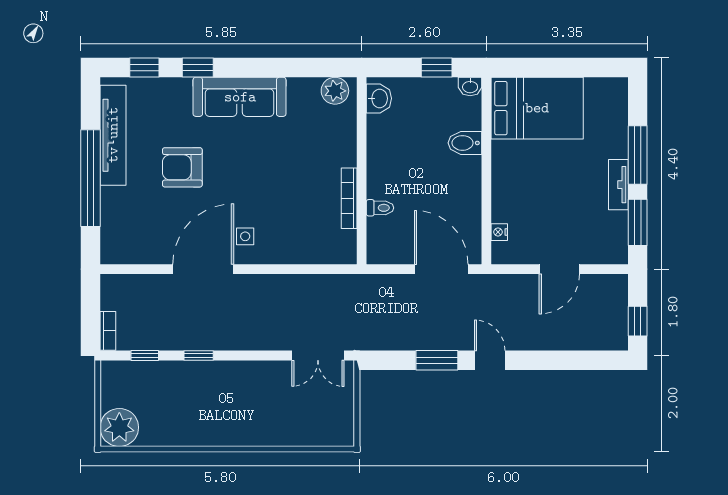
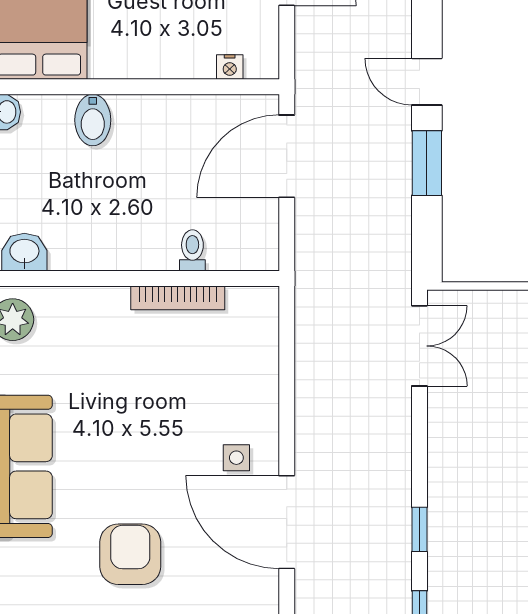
armchair: (182, 167) -> (130, 554), turned 180
door: (490, 360) -> (427, 82), hinge flipped

